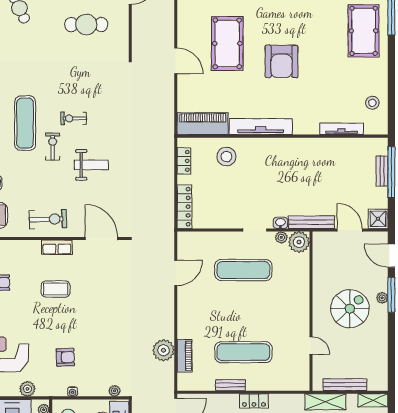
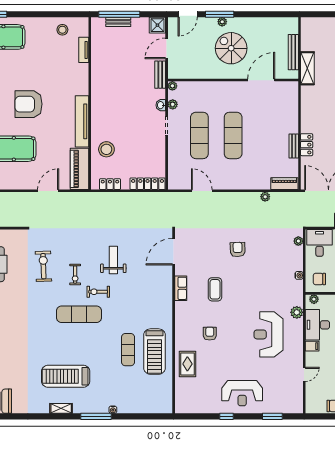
door: (176, 61) -> (48, 191), moved
armchair: (282, 61) -> (29, 104), turned 180
tv unit: (341, 129) -> (84, 50), width x0.71
exercise bike: (48, 219) -> (43, 266), moved
bench: (311, 222) -> (160, 75), width x0.73
plant: (299, 242) -> (172, 86), width x0.53, depth x0.53
door: (311, 345) -> (261, 80), width x1.87
plant: (164, 350) -> (265, 197), width x0.53, depth x0.53
exercise mat: (243, 352) -> (233, 135), moved
piano: (185, 356) -> (284, 184), moved
armchair: (65, 357) -> (238, 250), moved
shelving: (373, 400) -> (306, 29), removed
locker: (254, 401) -> (307, 145), moved

